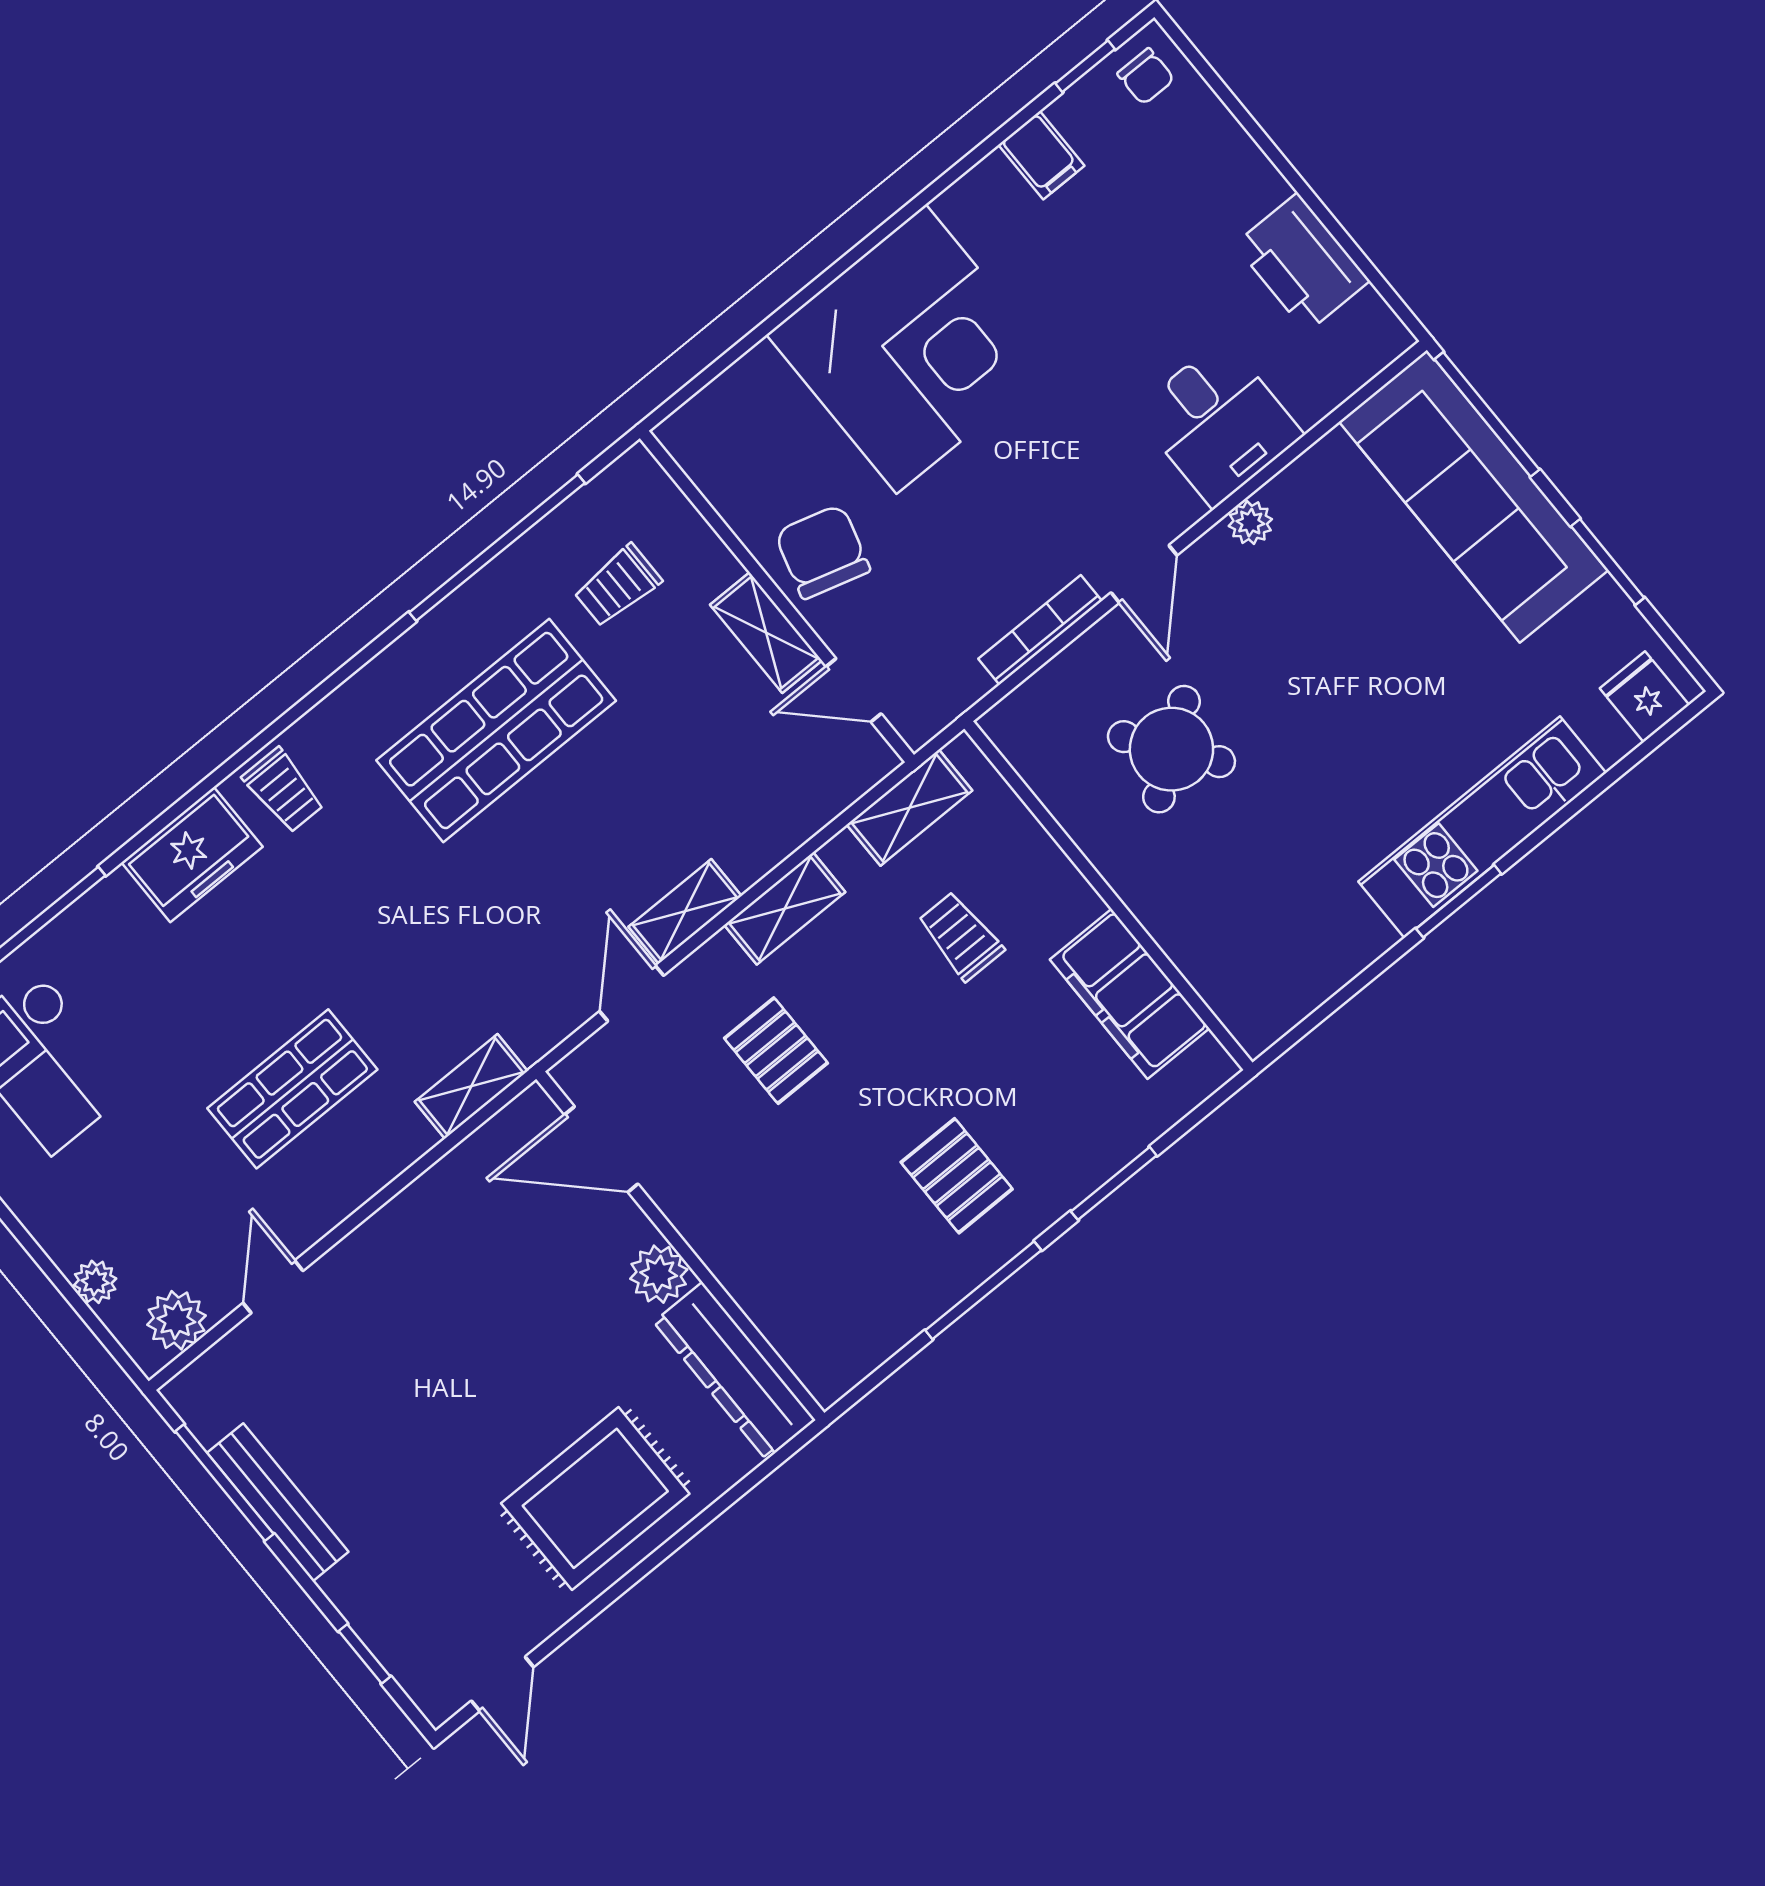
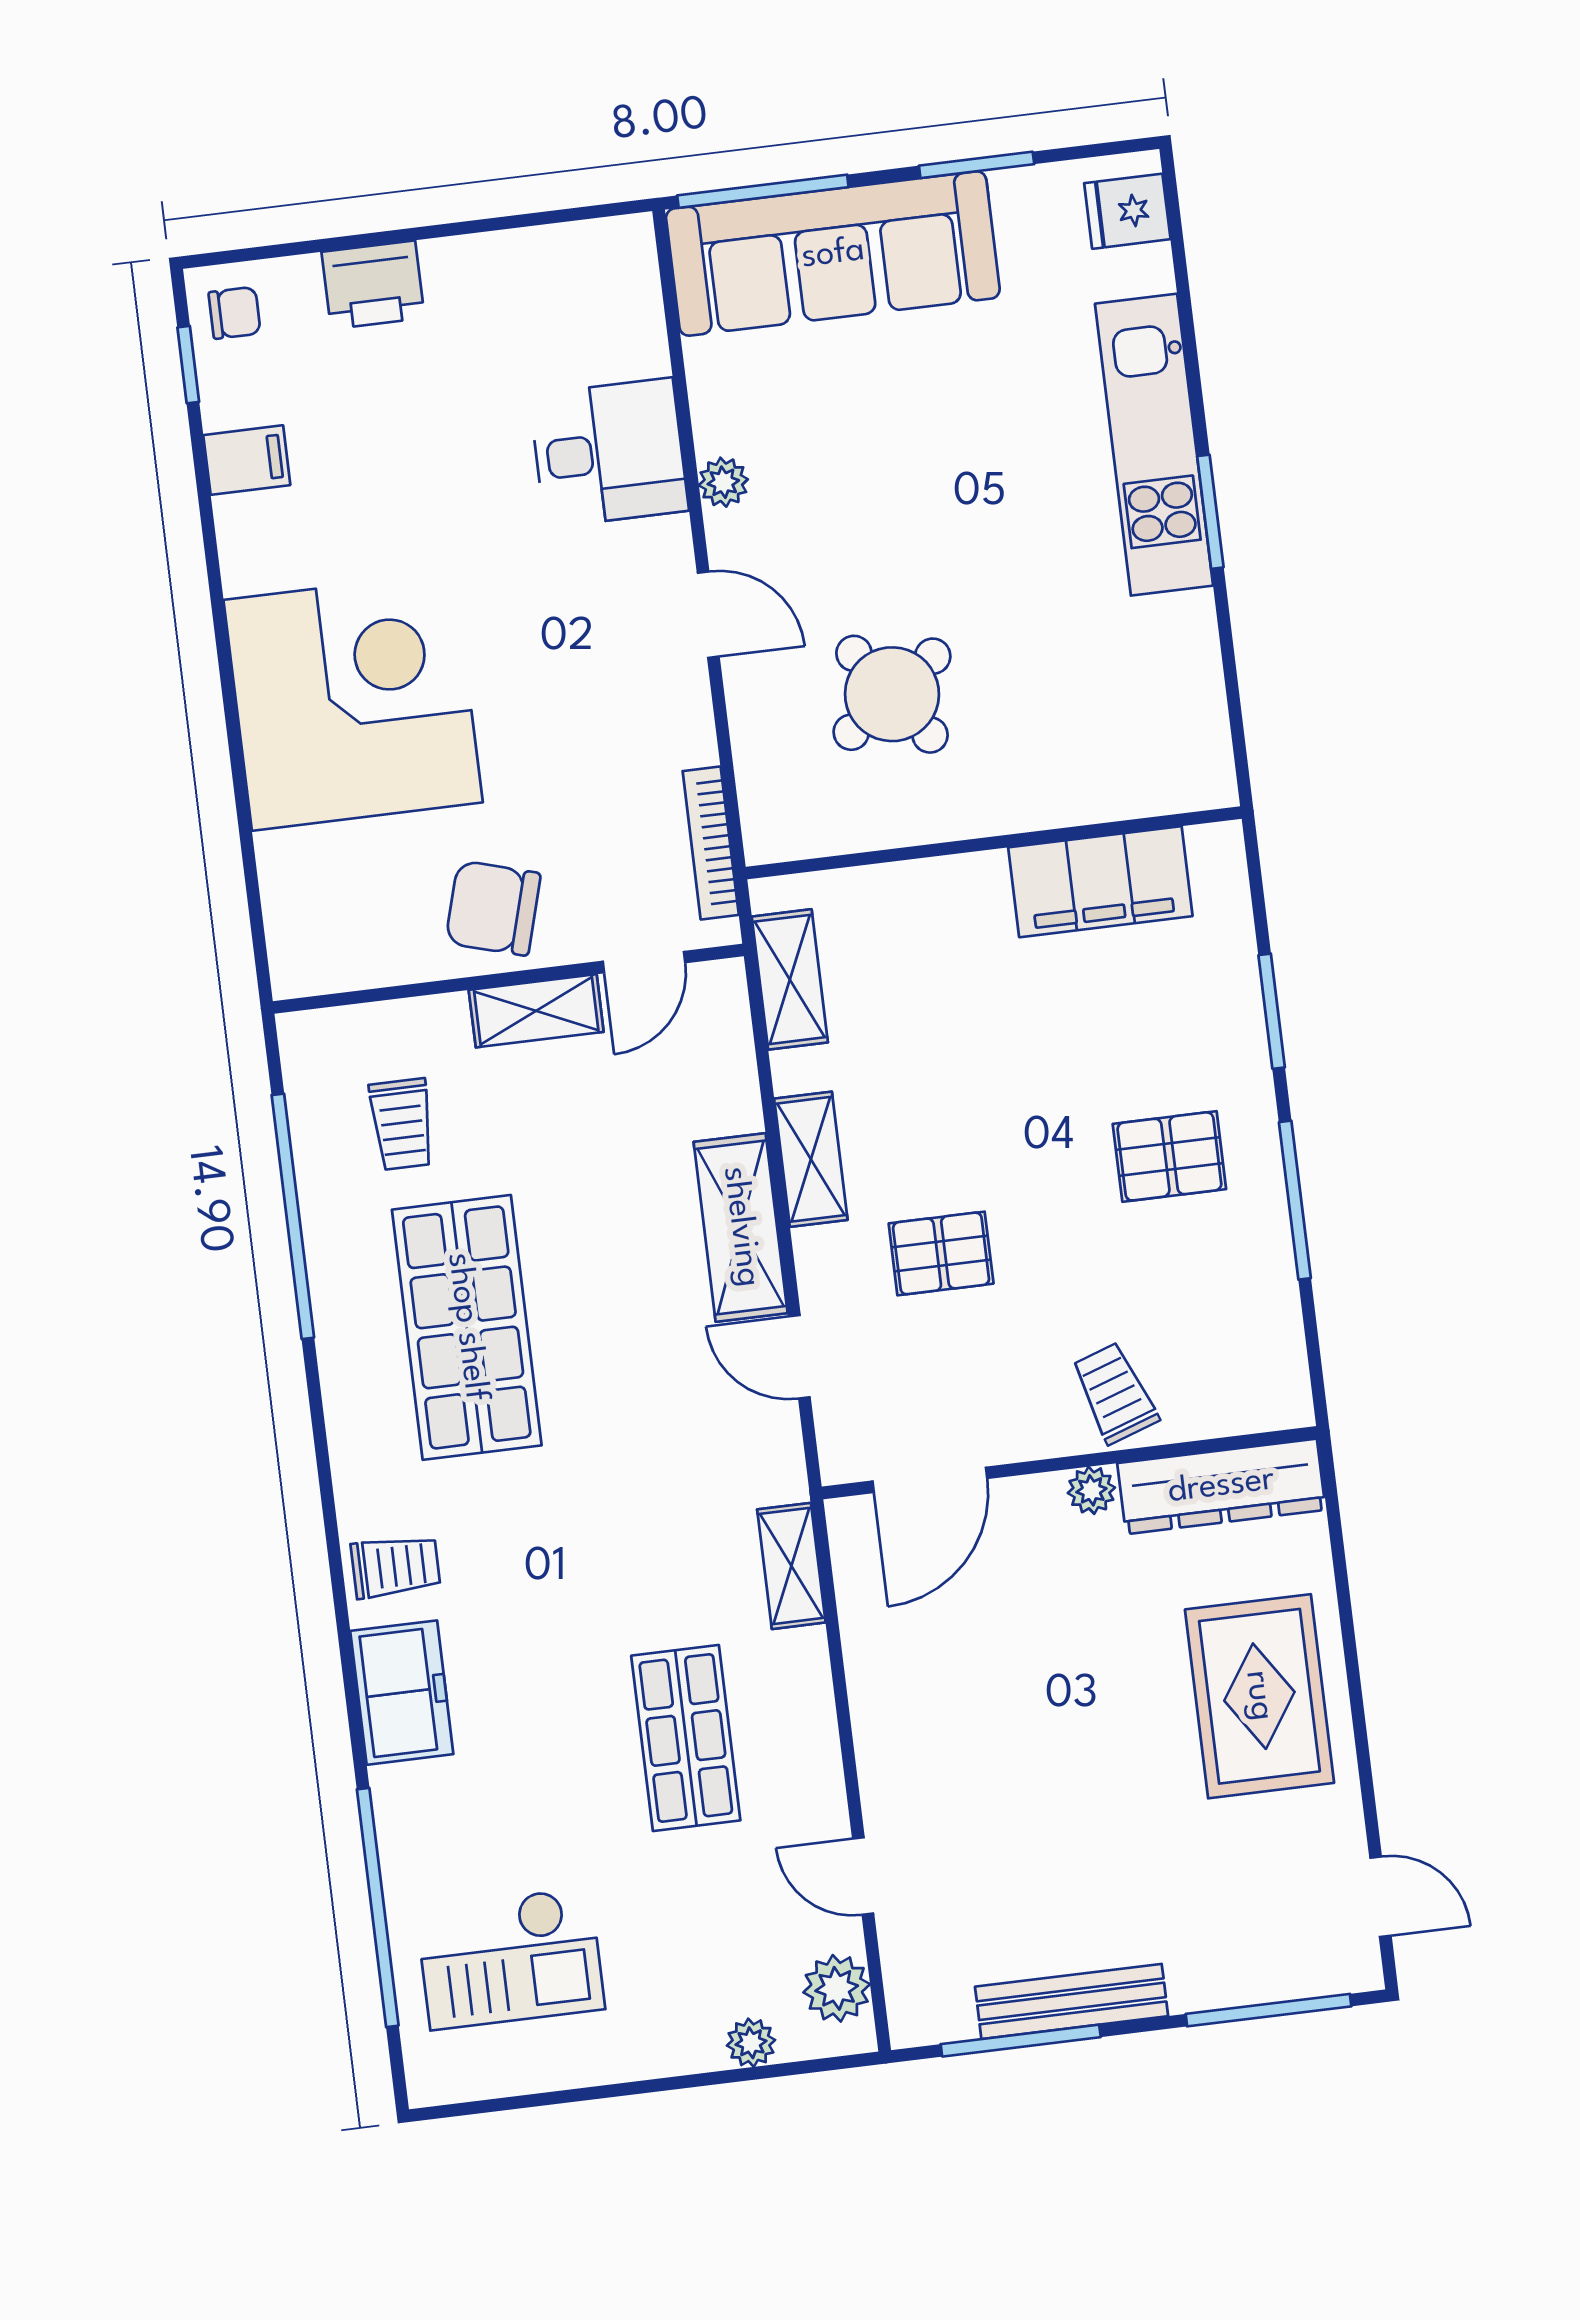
printer: (1302, 263) -> (373, 285), moved, width x0.73, depth x0.84
bookcase: (1040, 630) -> (711, 843), moved
shelving: (685, 911) -> (741, 1227), width x1.50, depth x1.33
trolley: (961, 936) -> (1115, 1393), moved, turned 71
plant: (659, 1274) -> (1091, 1490), width x0.73, depth x0.73
window: (364, 1654) -> (1268, 2010), width x2.17

